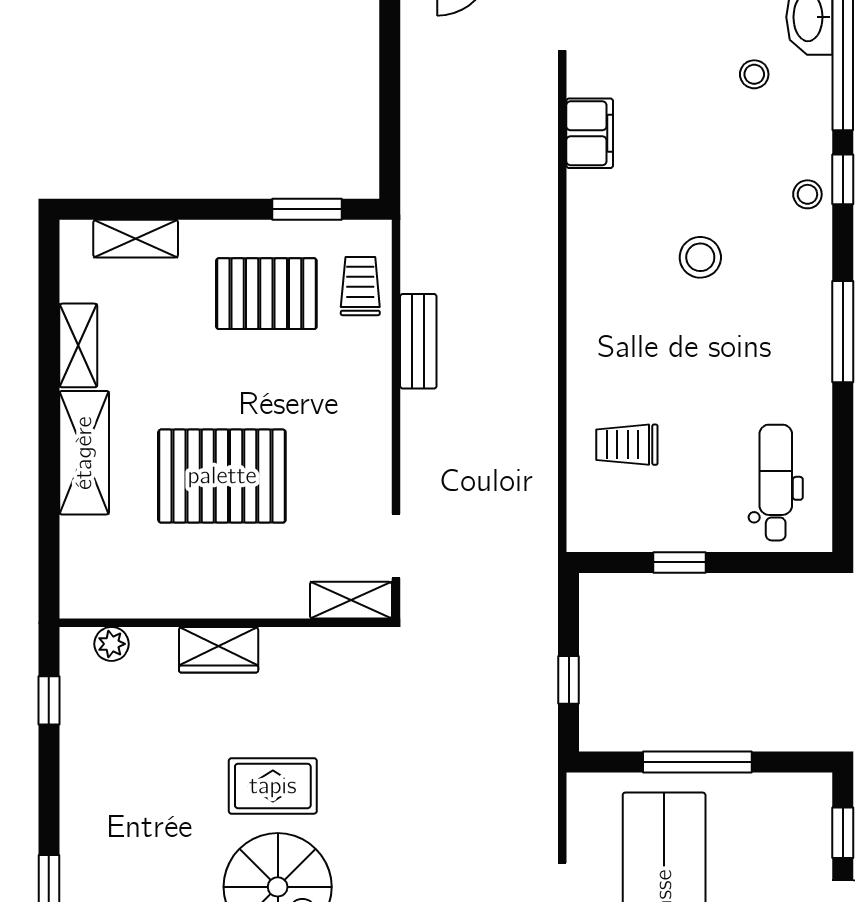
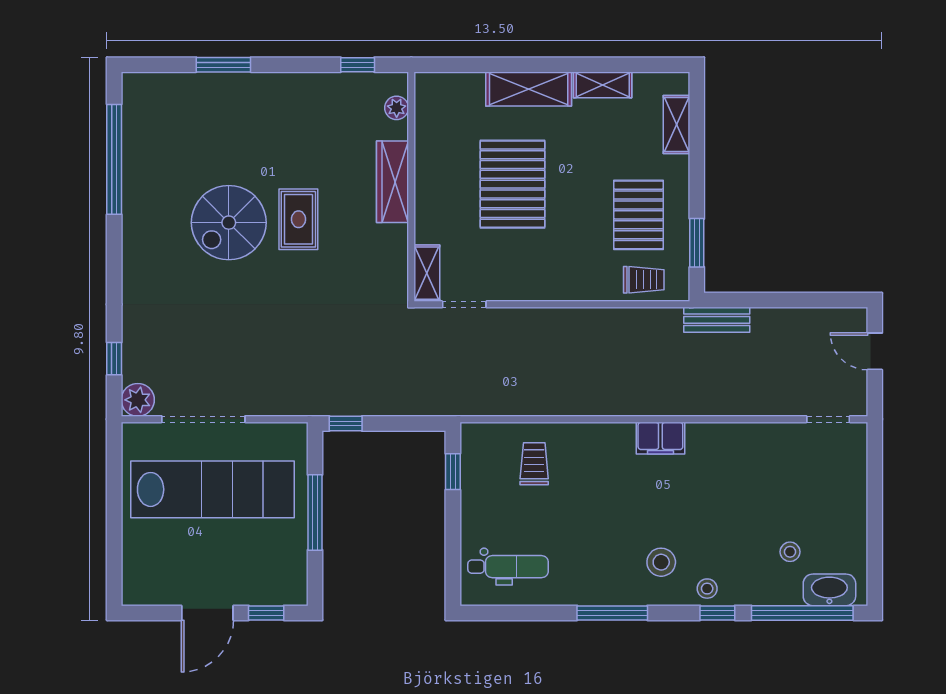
filing cabinet: (590, 133) -> (660, 438), moved
stool: (700, 257) -> (661, 562), moved
bench: (418, 341) -> (717, 320), moved
window: (679, 562) -> (453, 472), moved
wardrobe: (219, 650) -> (393, 182), width x1.50
window: (569, 680) -> (346, 423), moved

